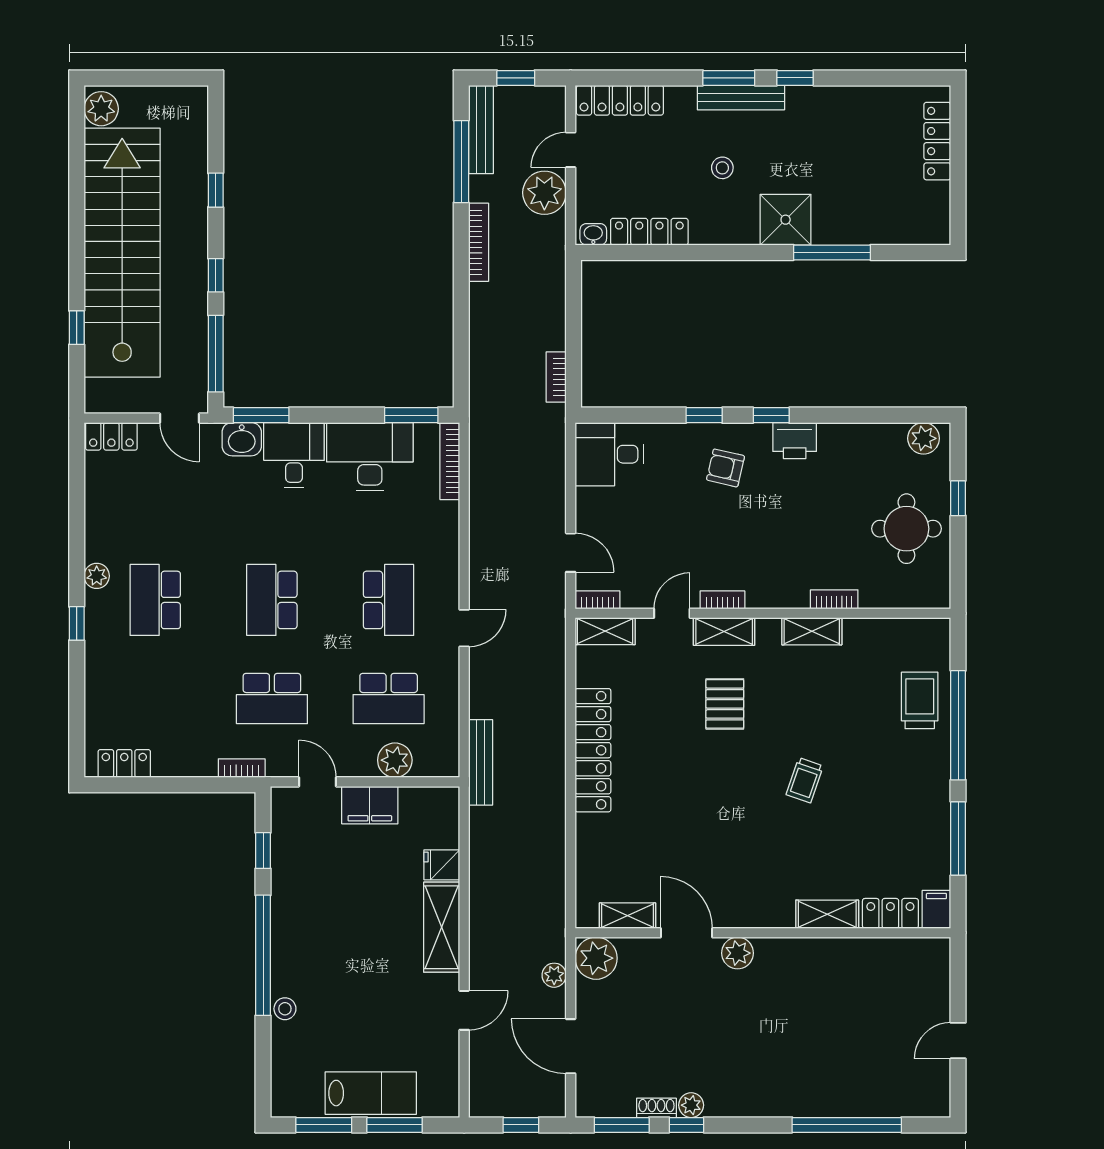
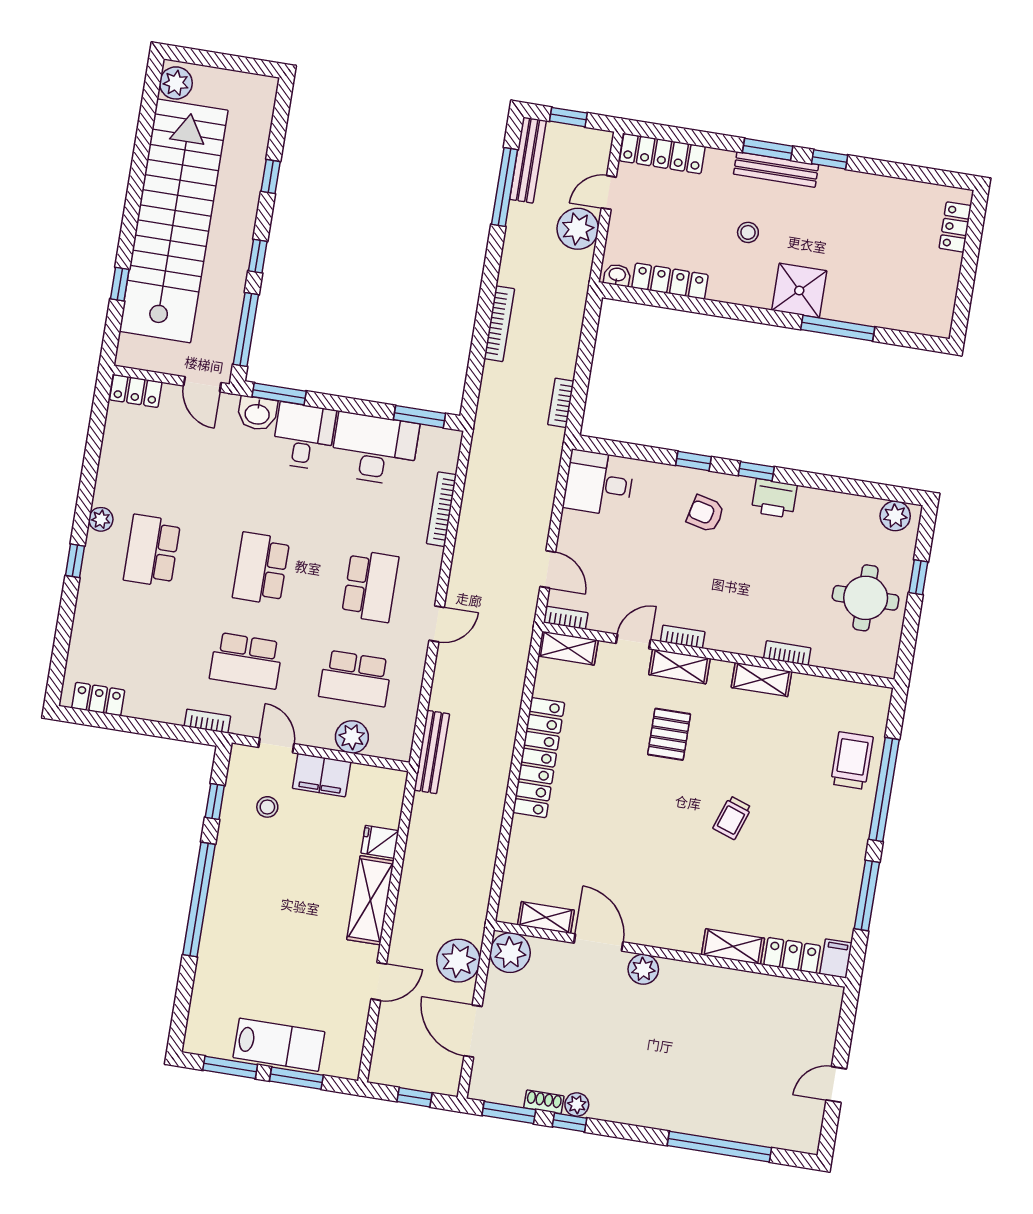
locker: (937, 141) -> (955, 227), width x0.66
bookcase: (479, 242) -> (499, 324), moved
bookcase: (450, 461) -> (442, 509), moved
plant: (554, 975) -> (458, 961), width x1.88, depth x1.88
stool: (285, 1009) -> (267, 807), moved

